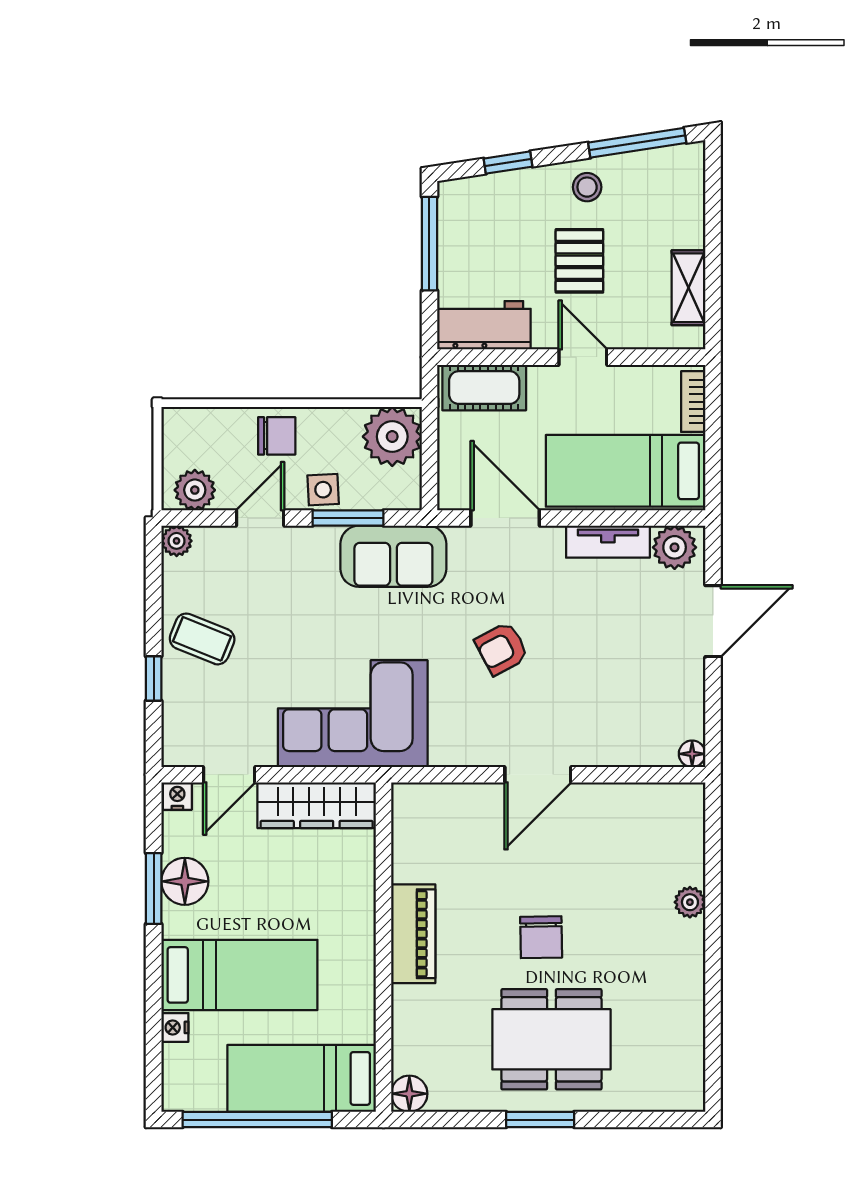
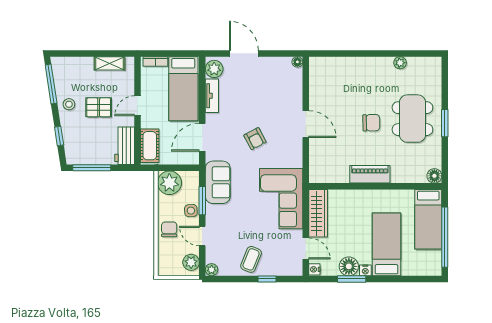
plant: (690, 902) -> (400, 63), moved
nightstand: (175, 1027) -> (365, 270), moved

